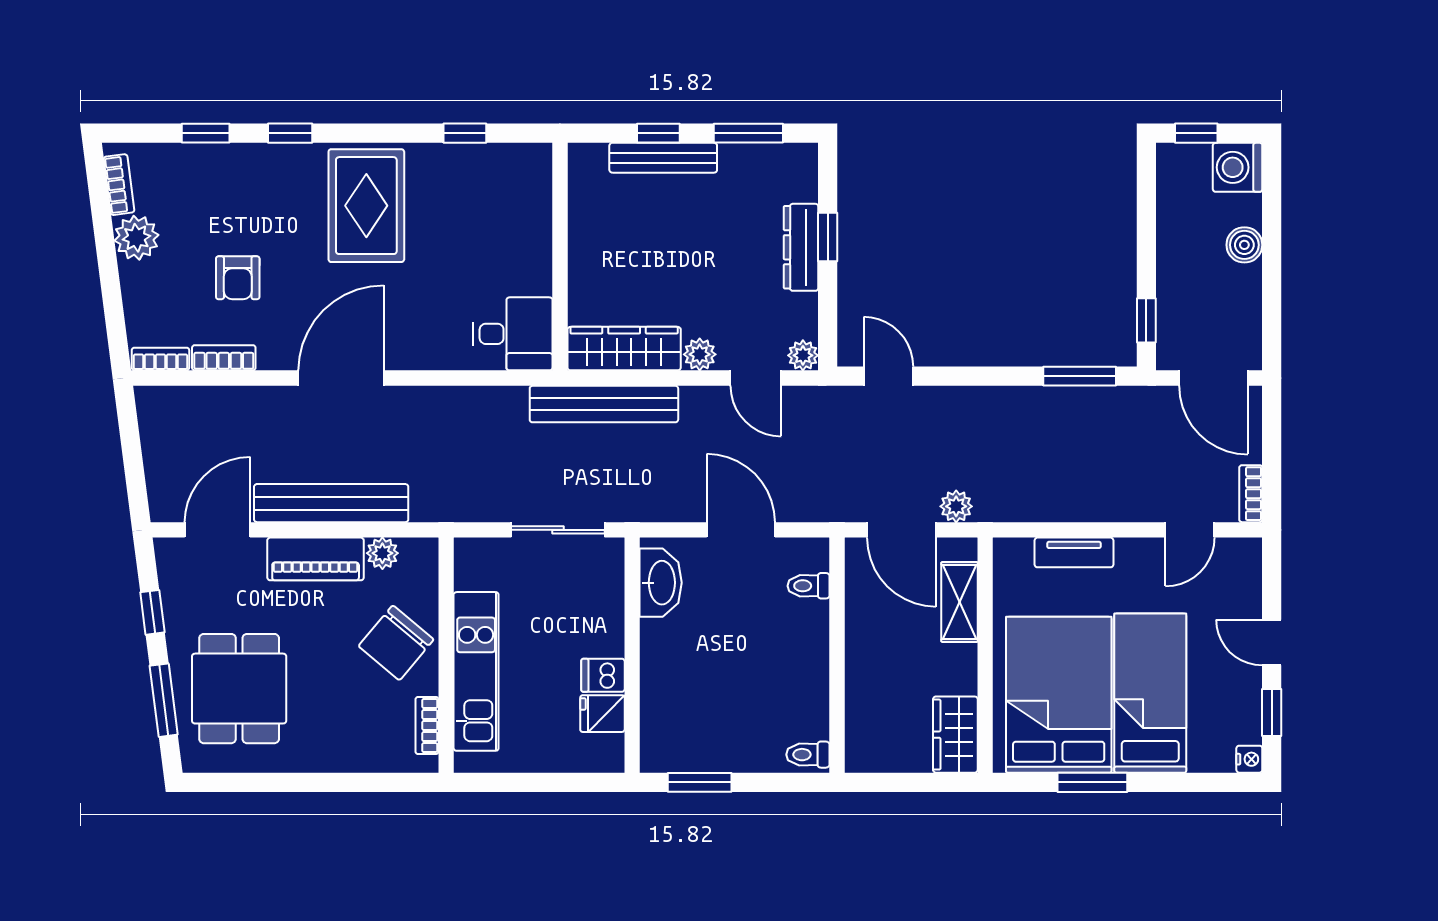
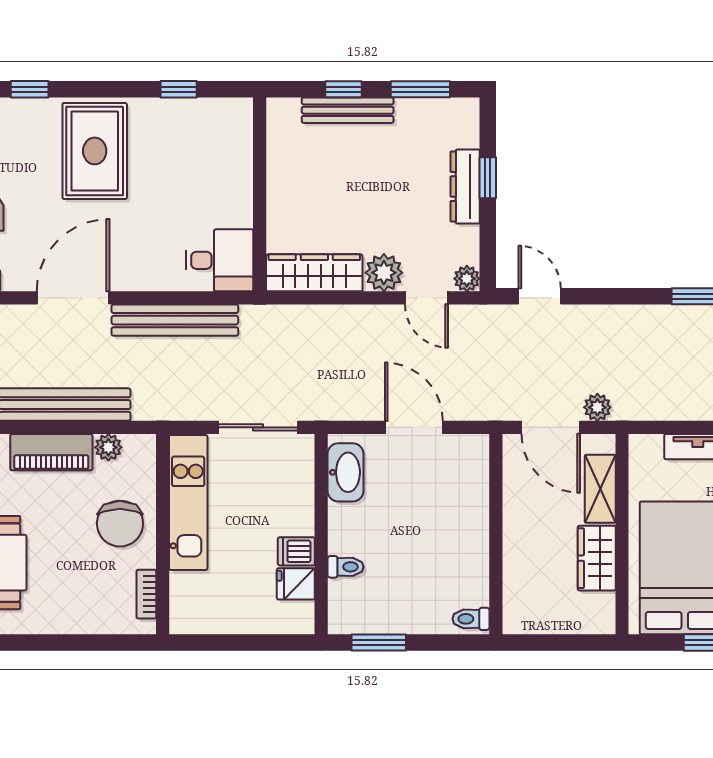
plant: (700, 354) -> (384, 273), width x1.38, depth x1.38
bench: (604, 404) -> (175, 320), moved
toilet: (809, 586) -> (345, 567), moved, turned 180
chair: (396, 643) -> (120, 524), turned -40
kitchen unit: (476, 671) -> (188, 502), moved
wardrobe: (955, 735) -> (597, 558), moved

